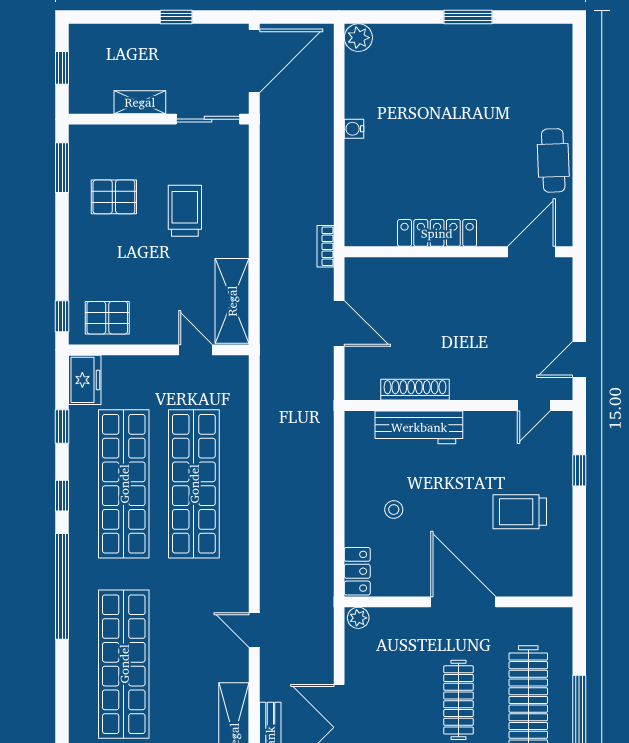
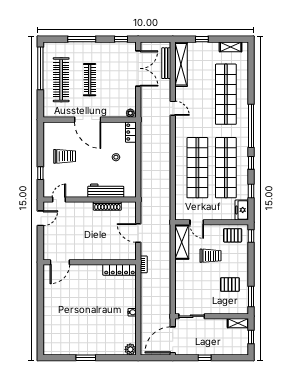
shelving: (140, 102) -> (238, 323), moved
cafe table: (553, 160) -> (51, 299), removed
trolley: (185, 211) -> (211, 256), moved, turned -90
locker: (437, 233) -> (119, 270), moved

